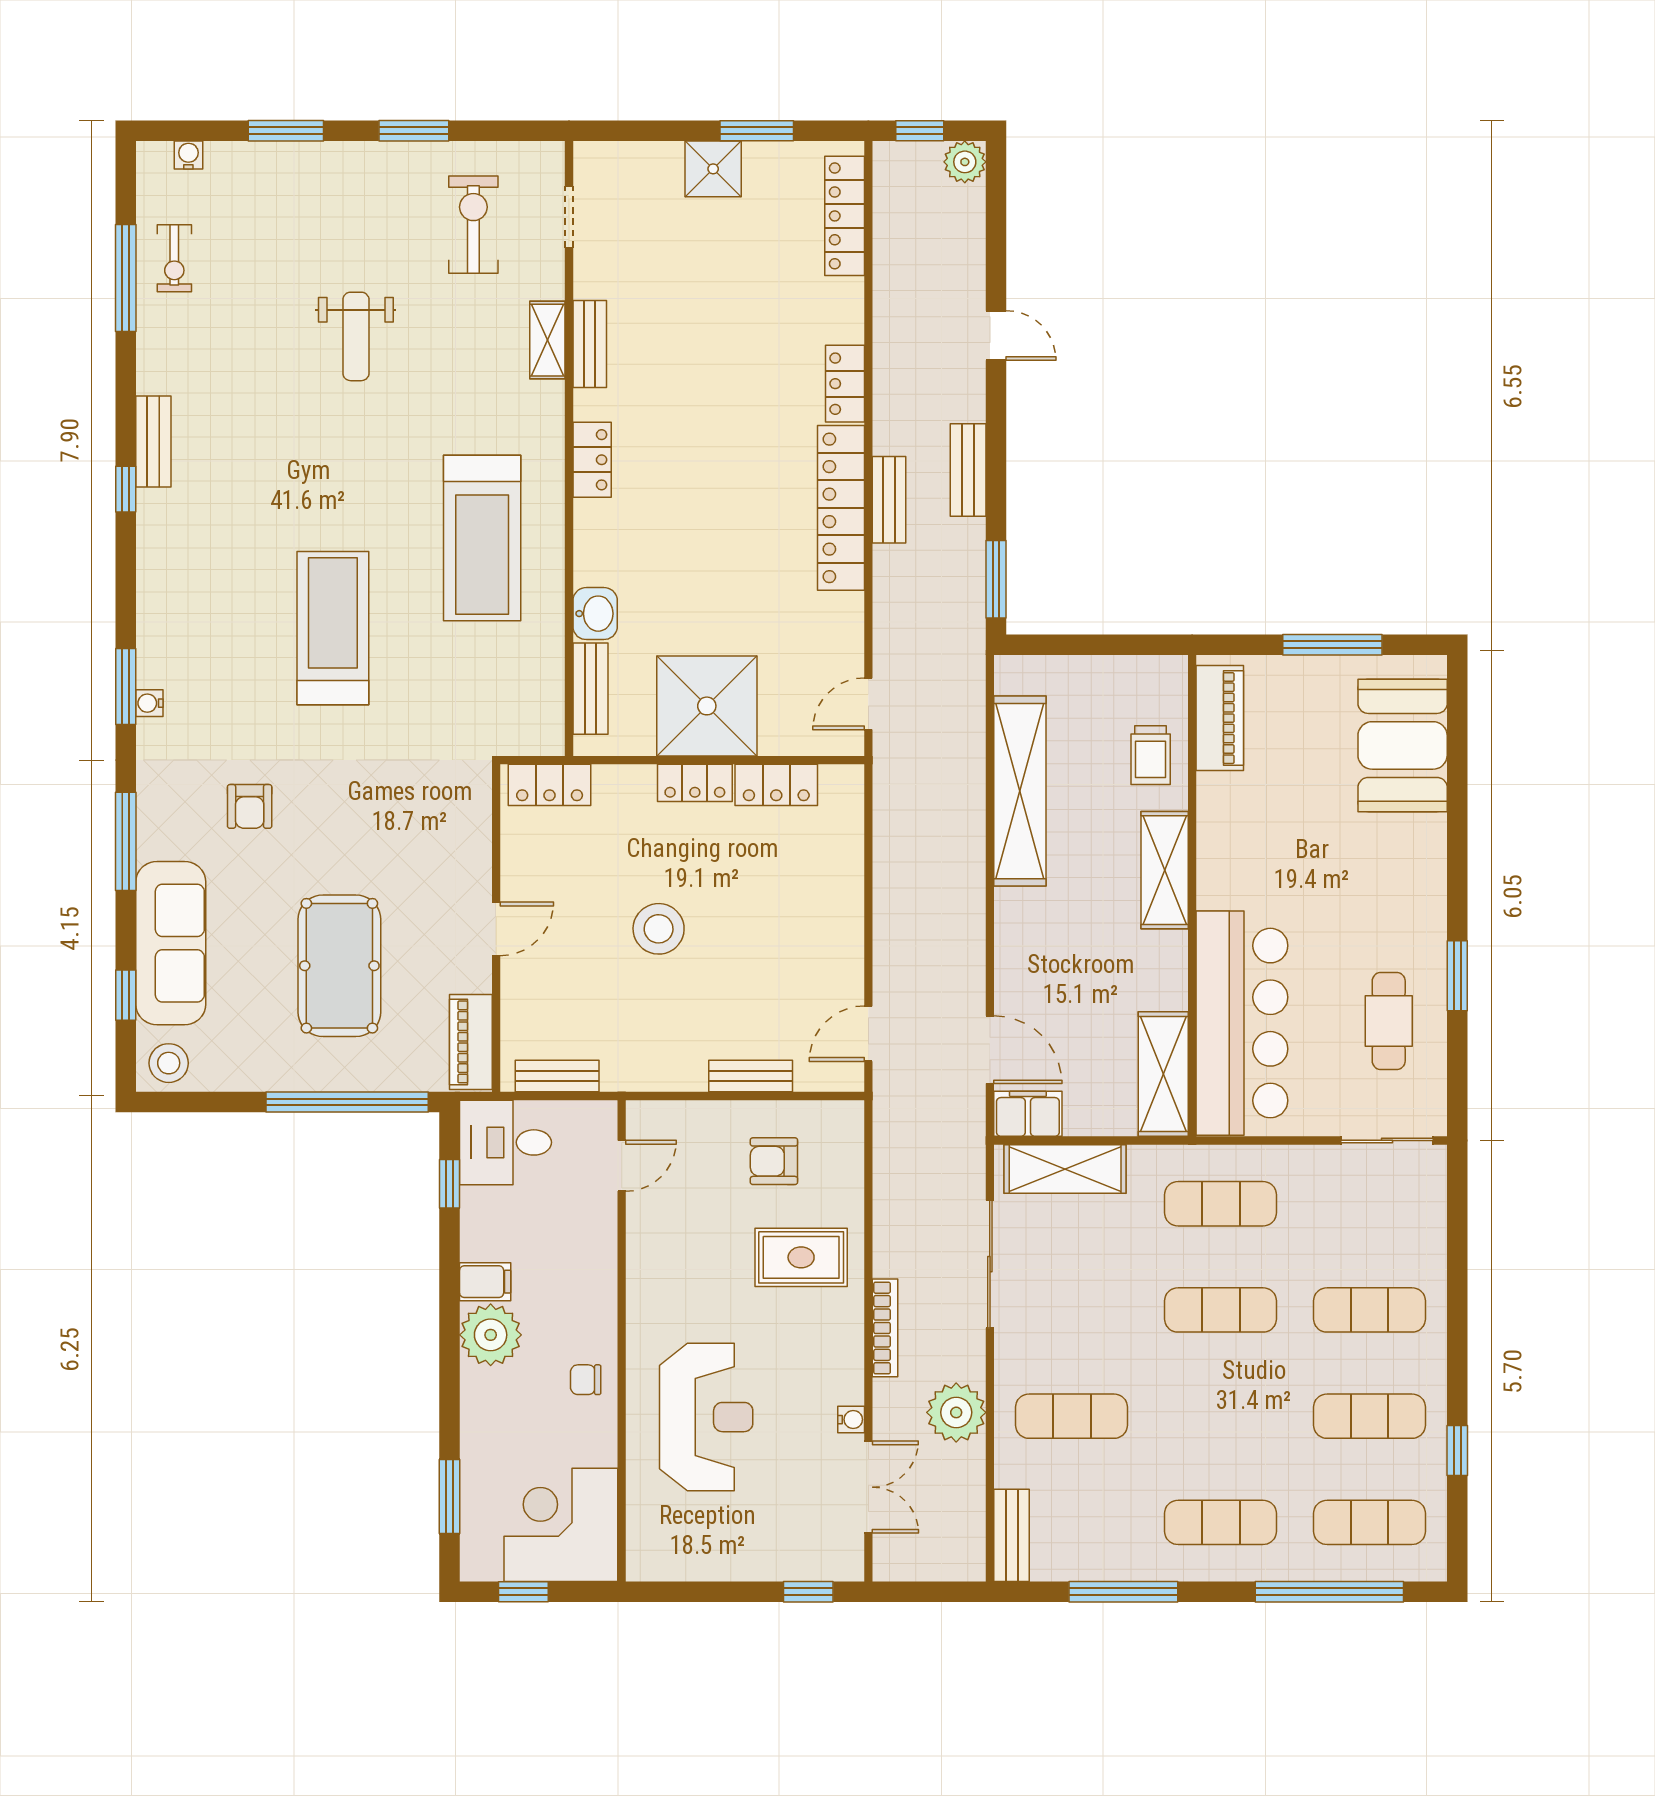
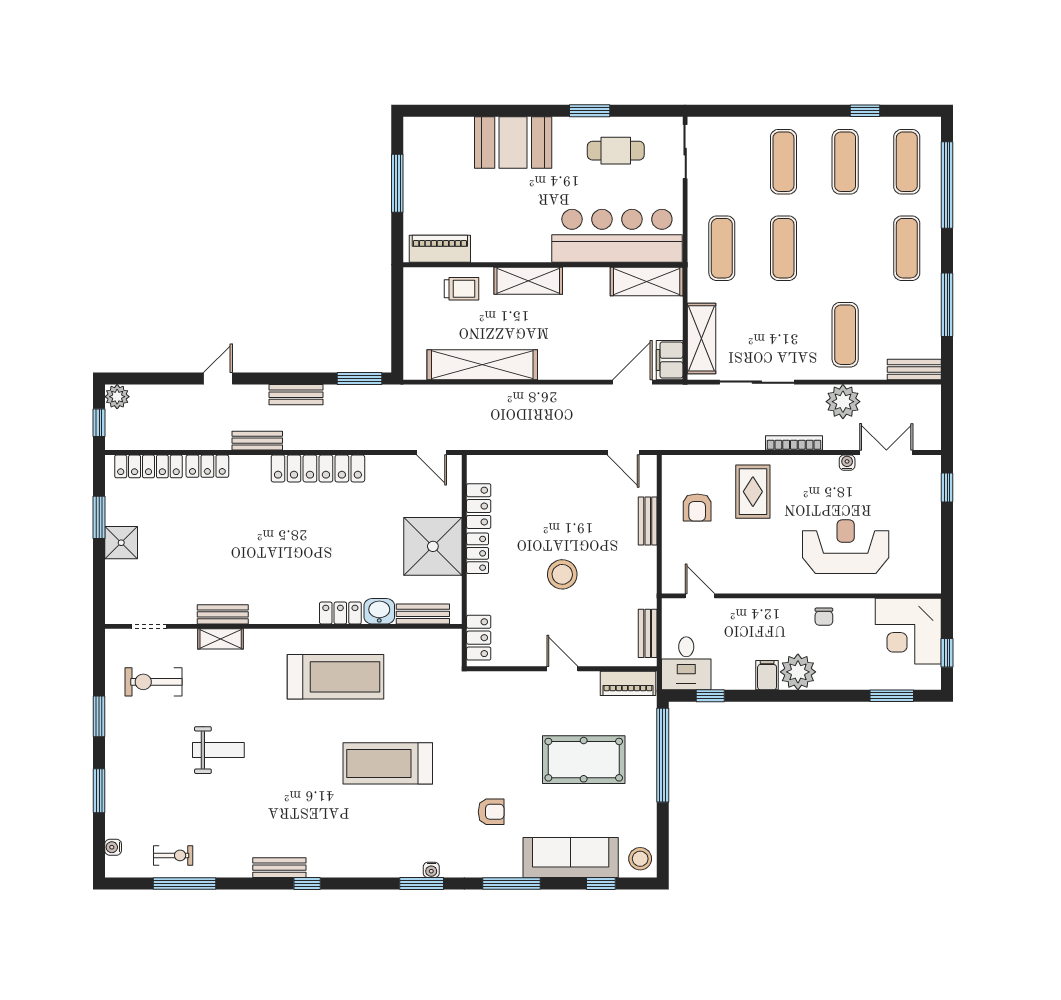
locker: (845, 384) -> (207, 466), moved
locker: (592, 460) -> (340, 613), moved
bench: (889, 500) -> (257, 441), moved
booth: (1403, 745) -> (513, 143), moved

